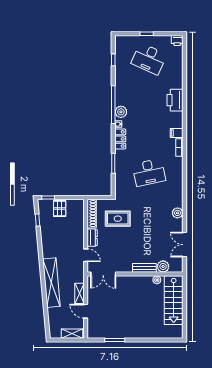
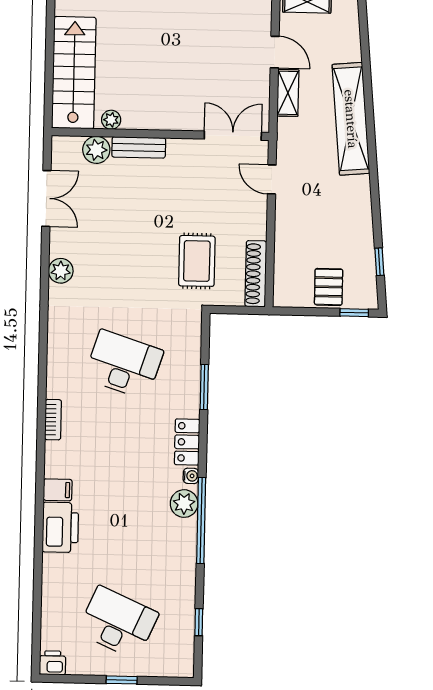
filing cabinet: (177, 133) -> (58, 490), moved
desk: (149, 172) -> (124, 365), turned 30
rug: (118, 219) -> (197, 261), turned 90
dresser: (92, 238) -> (256, 219), removed

